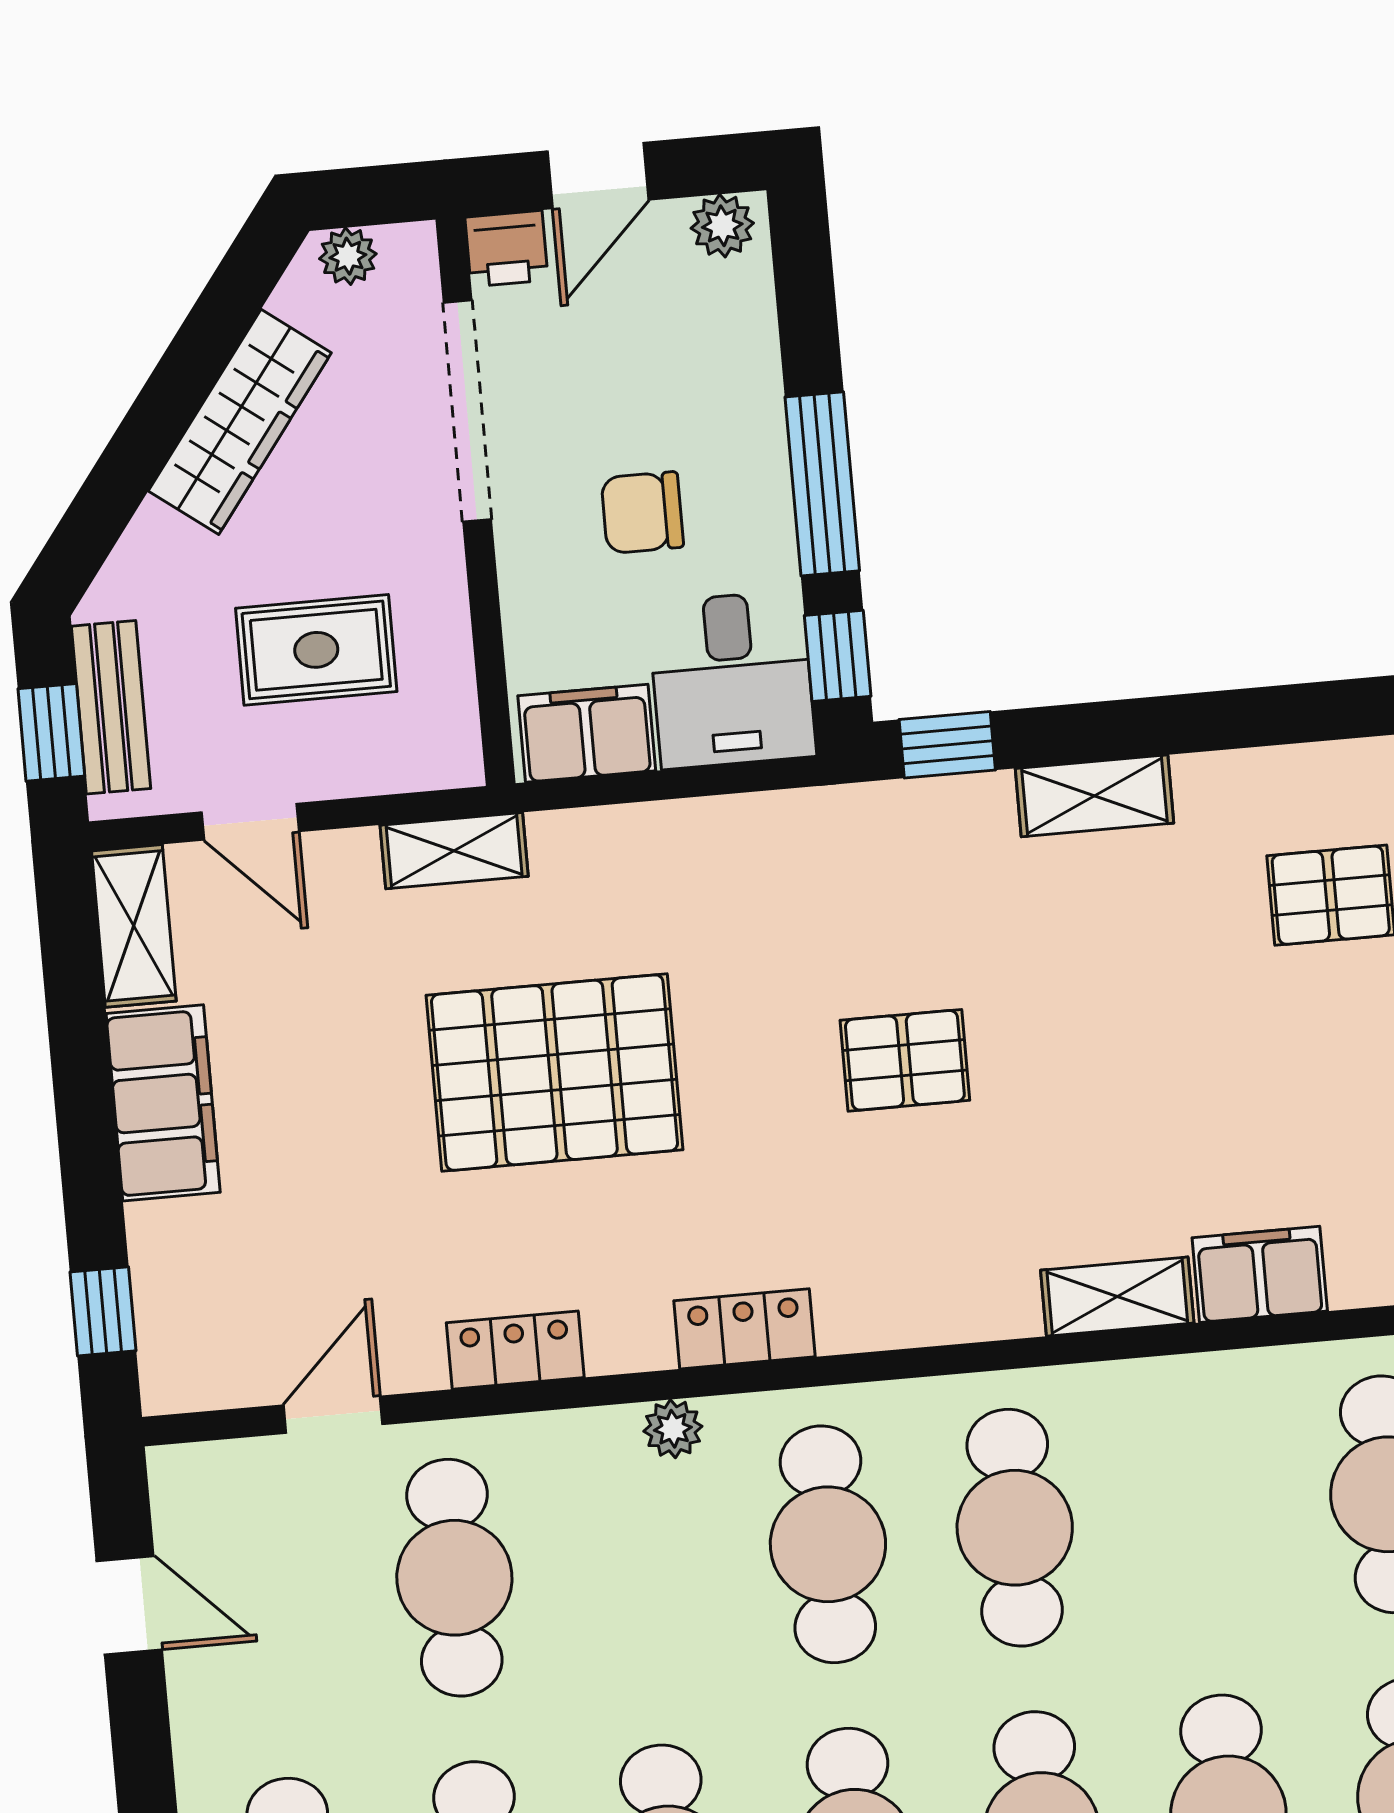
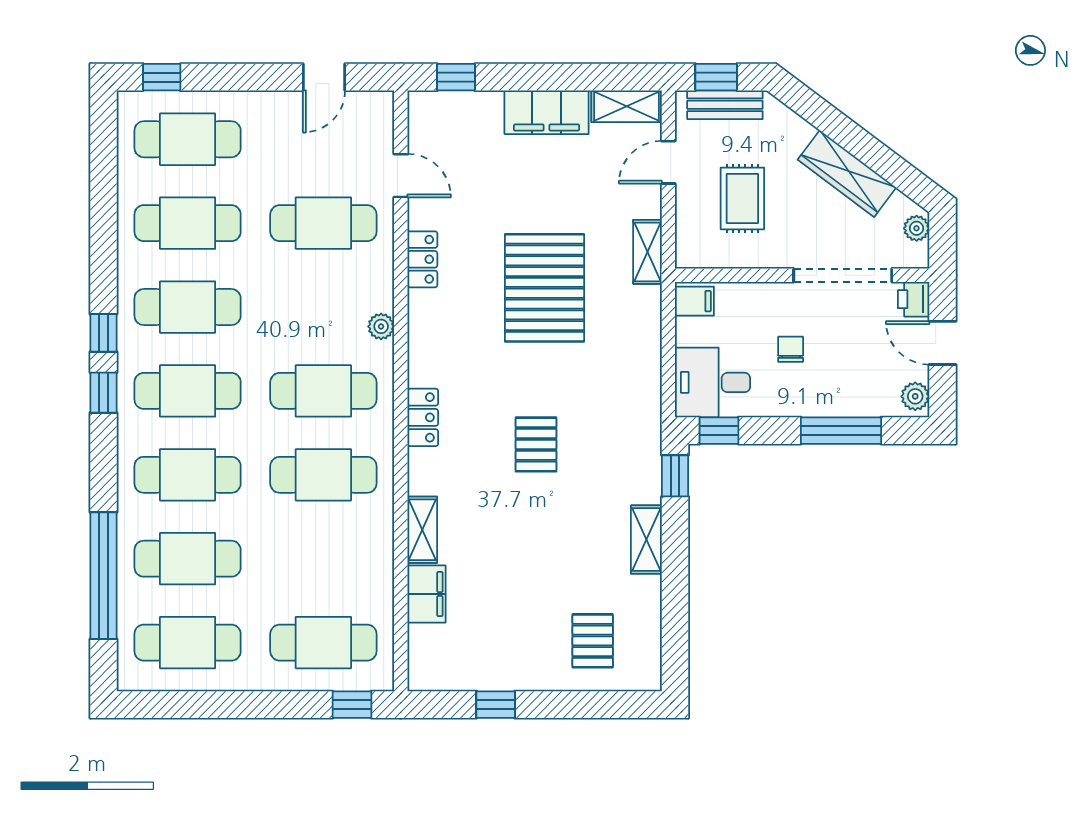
window: (822, 484) -> (841, 431), moved
chair: (642, 513) -> (791, 349), width x0.73, depth x0.73
filing cabinet: (587, 733) -> (694, 301), width x0.50
locker: (744, 1329) -> (423, 417), moved

